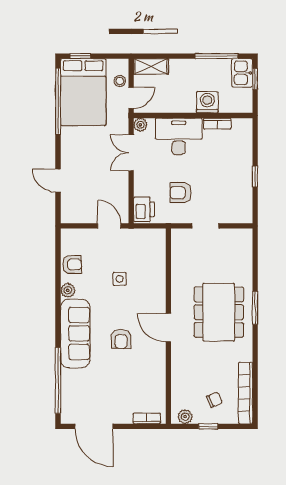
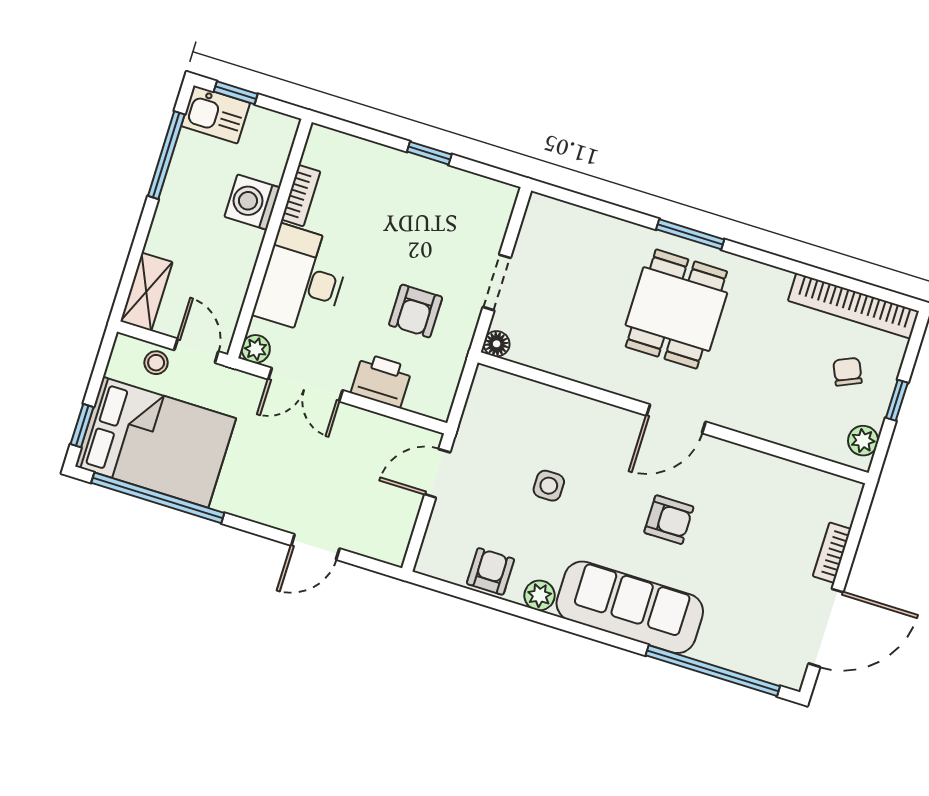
printer: (144, 209) -> (382, 380), moved
floor lamp: (177, 235) -> (497, 344), added
dining table: (219, 312) -> (676, 309), width x0.73
bookcase: (147, 418) -> (832, 553), moved

